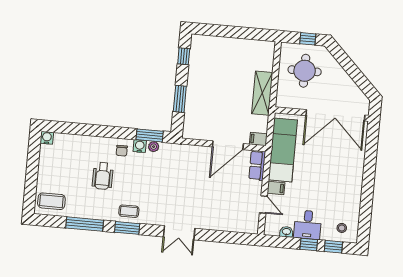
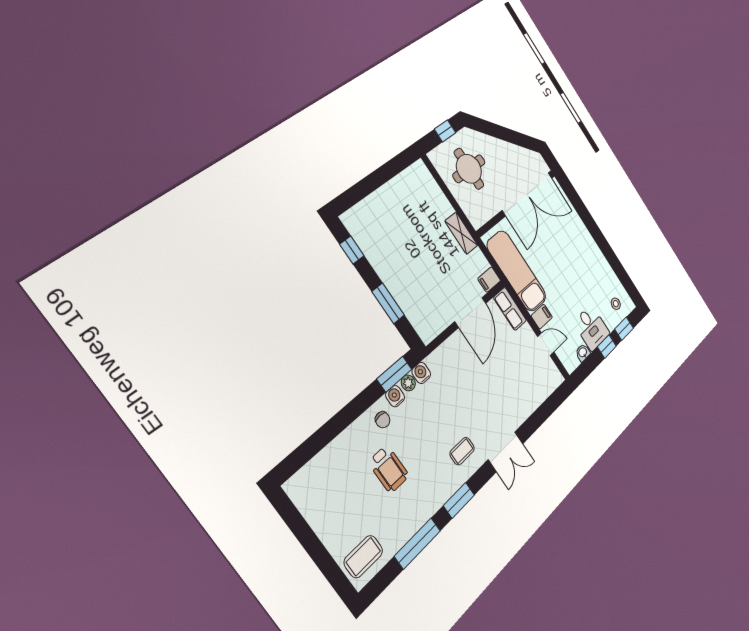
shelving: (262, 93) -> (461, 233), width x0.67, depth x0.75
water cooler: (47, 138) -> (421, 373), moved
coffee table: (129, 211) -> (462, 451), moved

